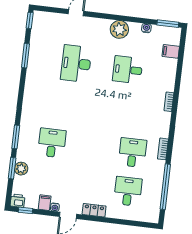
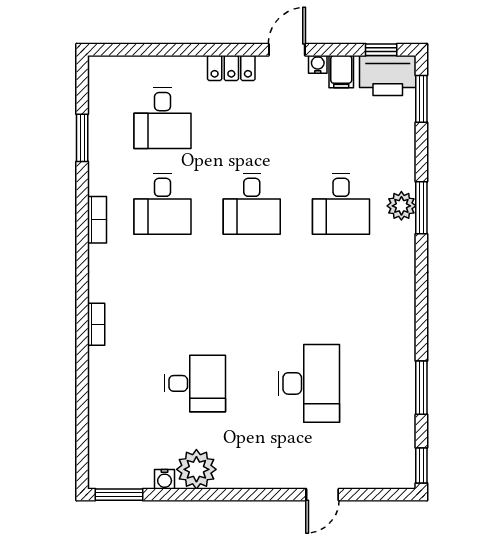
plant: (119, 29) -> (196, 469), moved
filing cabinet: (171, 51) -> (105, 435), removed
desk: (92, 148) -> (252, 204), added
window: (12, 168) -> (421, 99), moved
plant: (21, 169) -> (401, 206), moved
window: (165, 187) -> (82, 138), width x0.47
printer: (18, 201) -> (388, 75), width x1.87, depth x1.48

